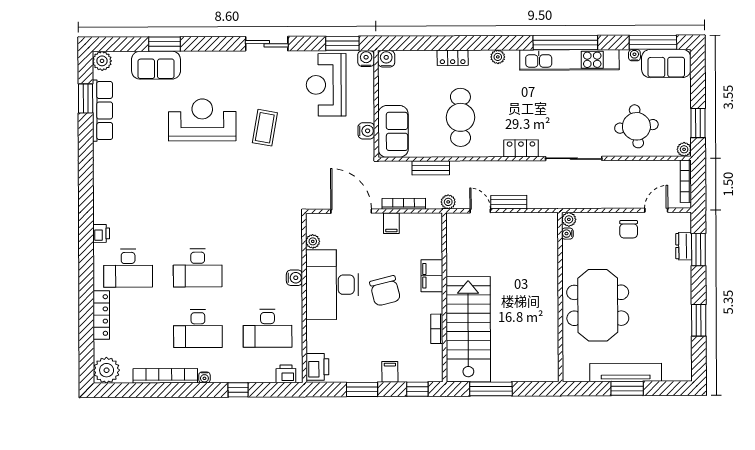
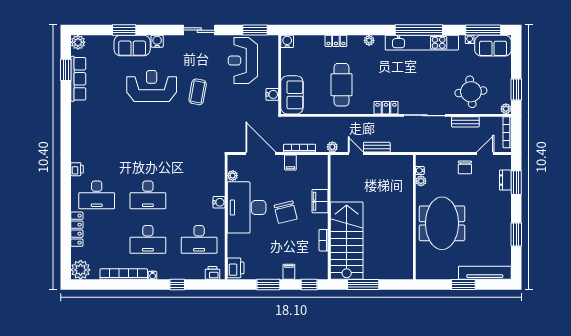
water cooler: (366, 59) -> (157, 41), moved
sofa: (156, 65) -> (132, 46), moved
bench: (431, 168) -> (465, 122), moved
plant: (569, 219) -> (421, 181), moved
tv unit: (626, 372) -> (485, 273), moved

